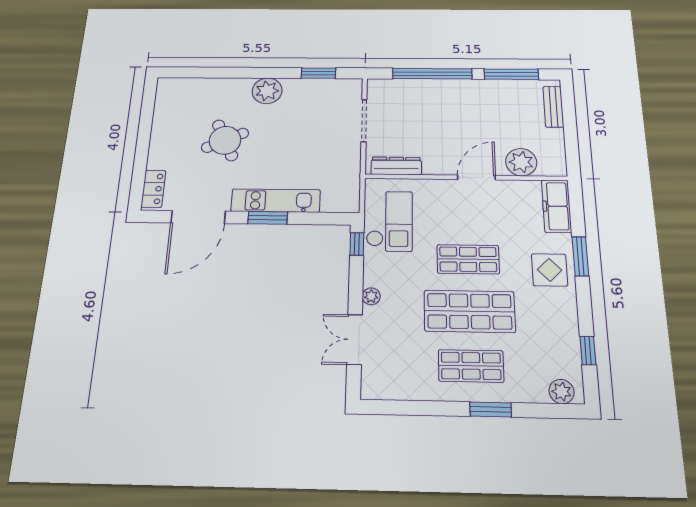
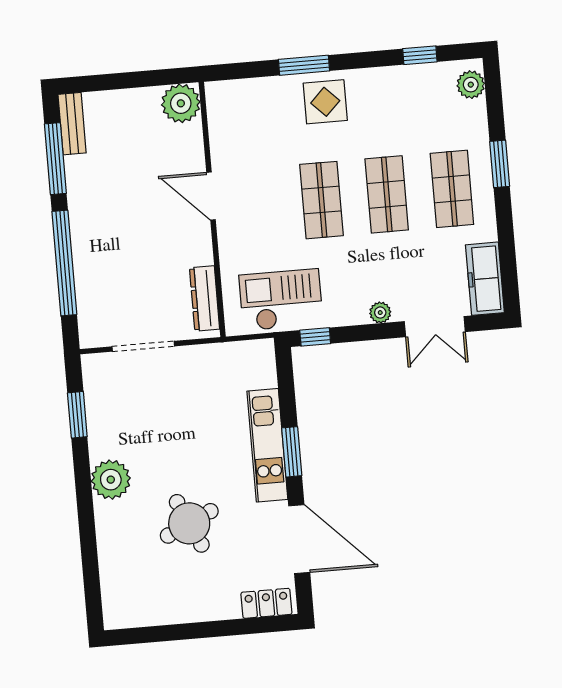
bench: (553, 107) -> (72, 124), moved, turned 90
plant: (521, 162) -> (181, 103), moved
freezer: (557, 206) -> (485, 279), moved, turned 90
shop shelf: (470, 311) -> (387, 194), width x0.70, depth x0.74

